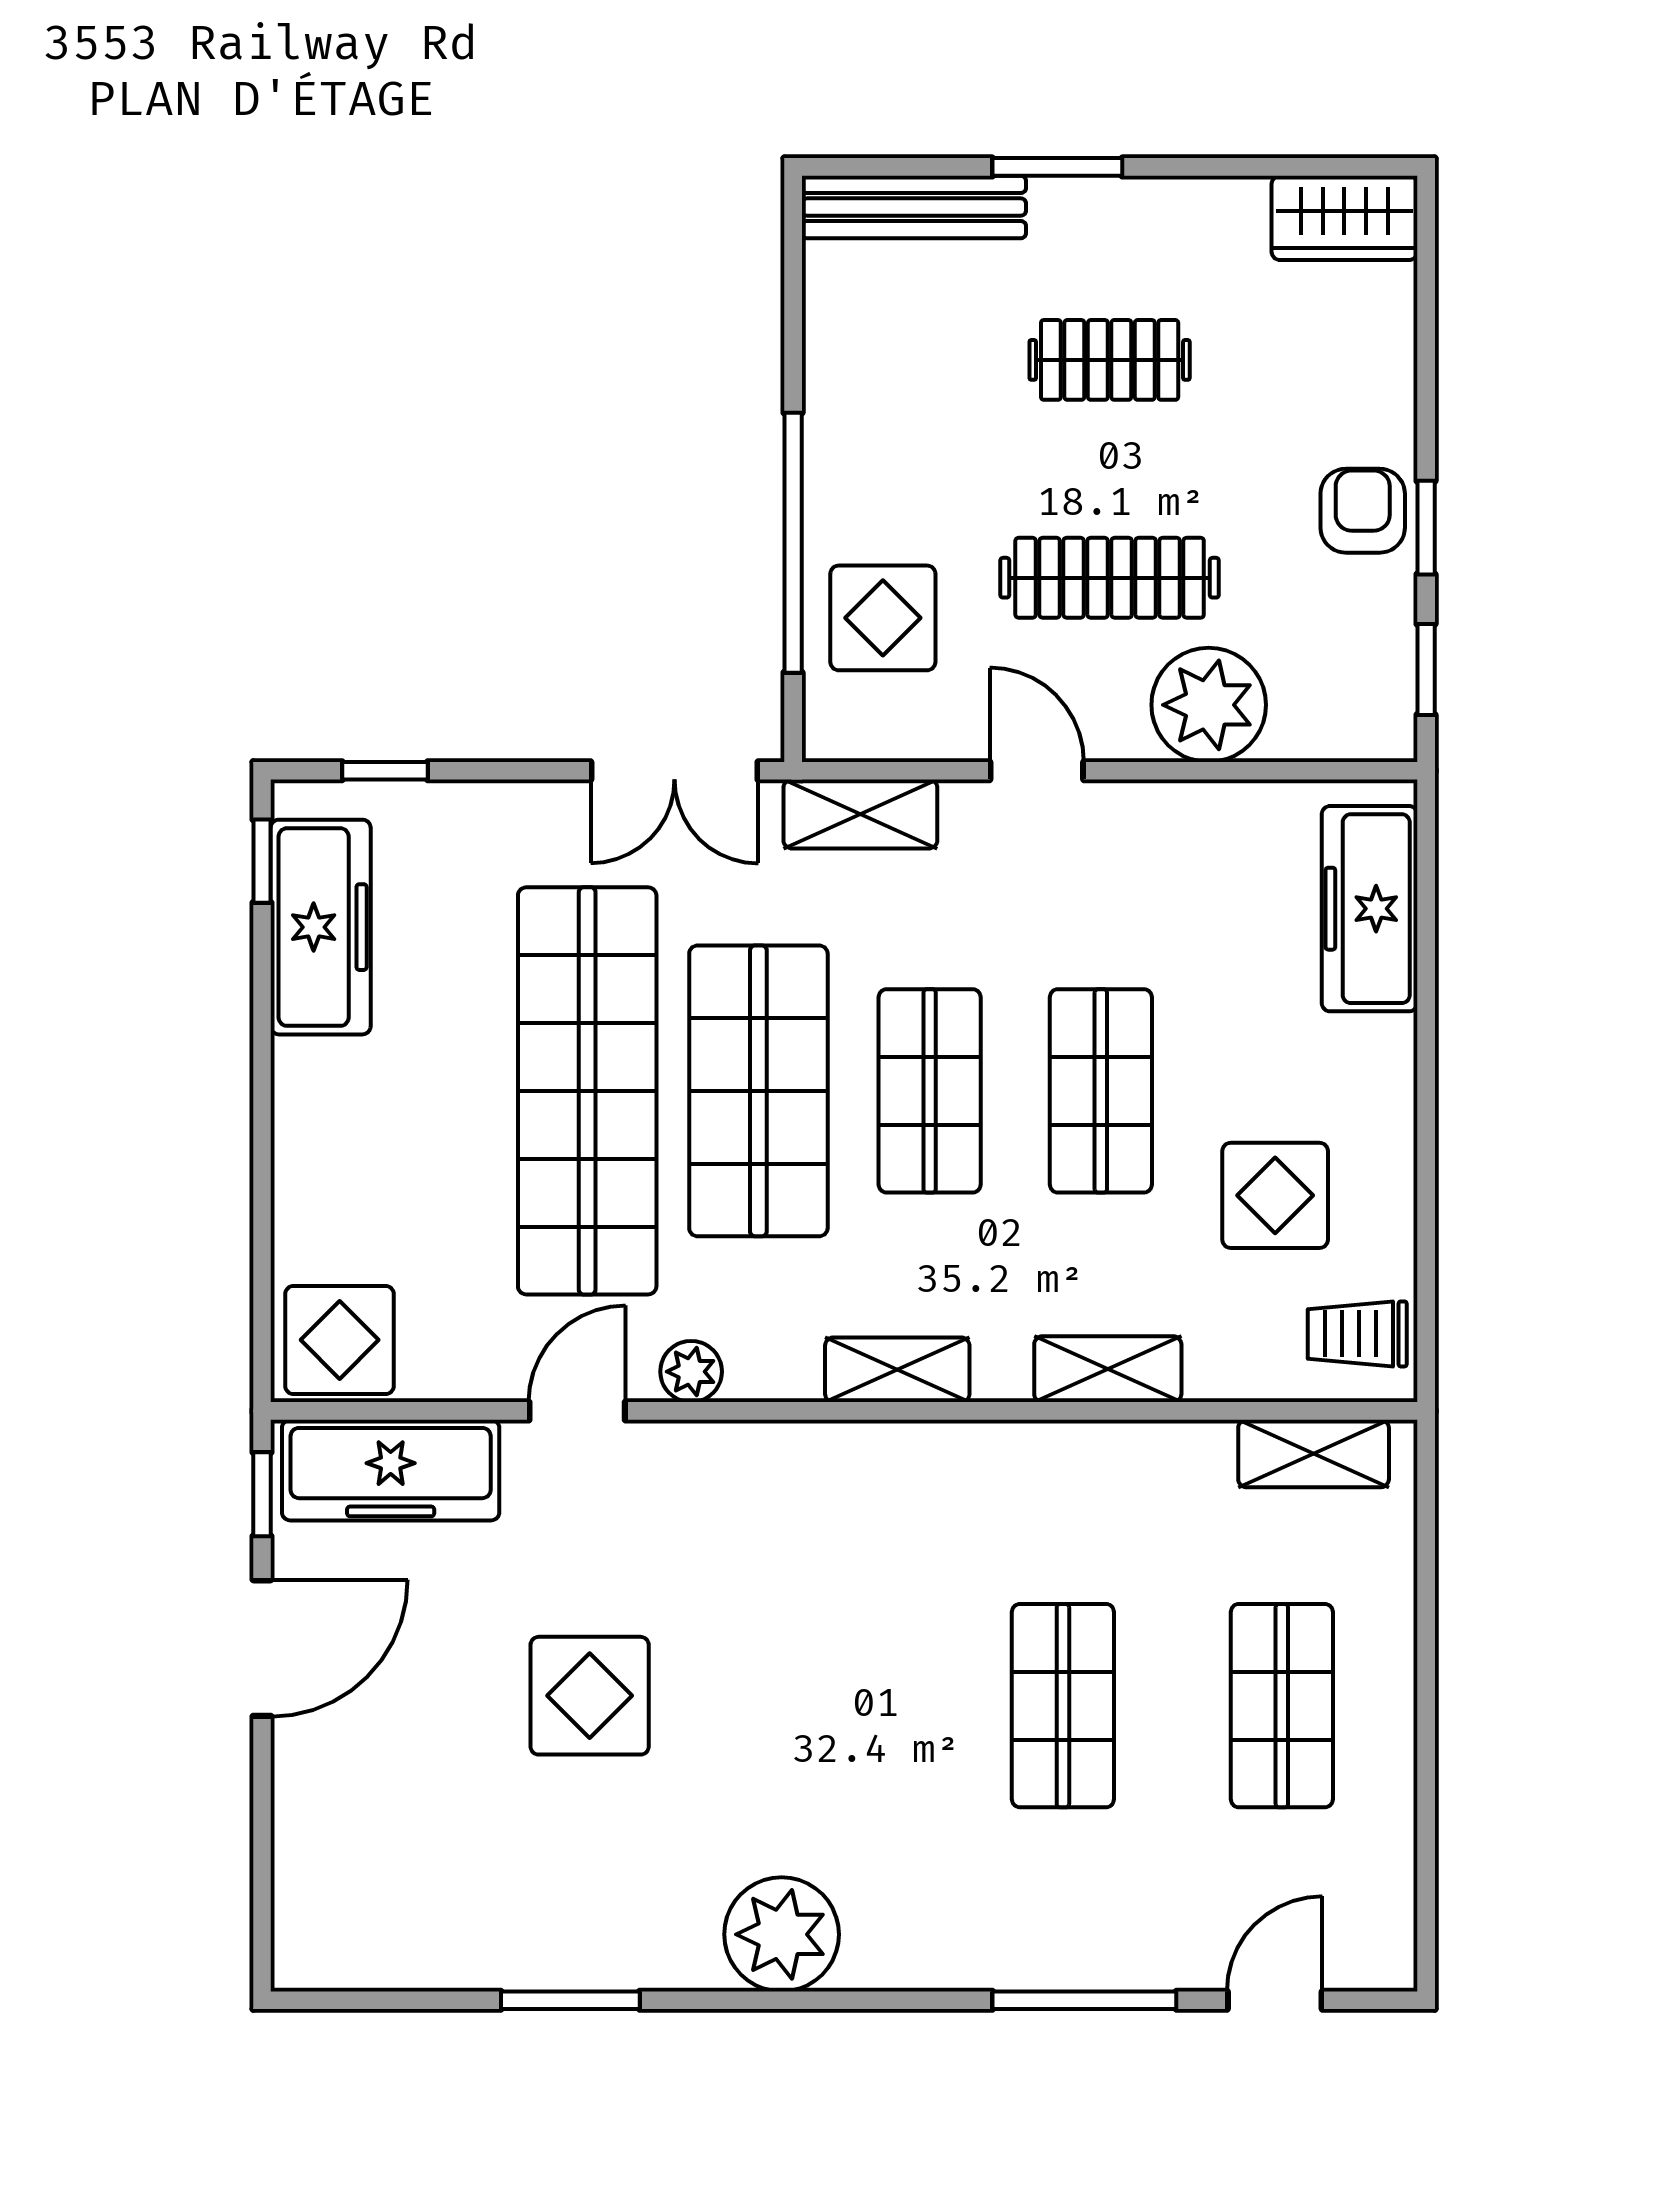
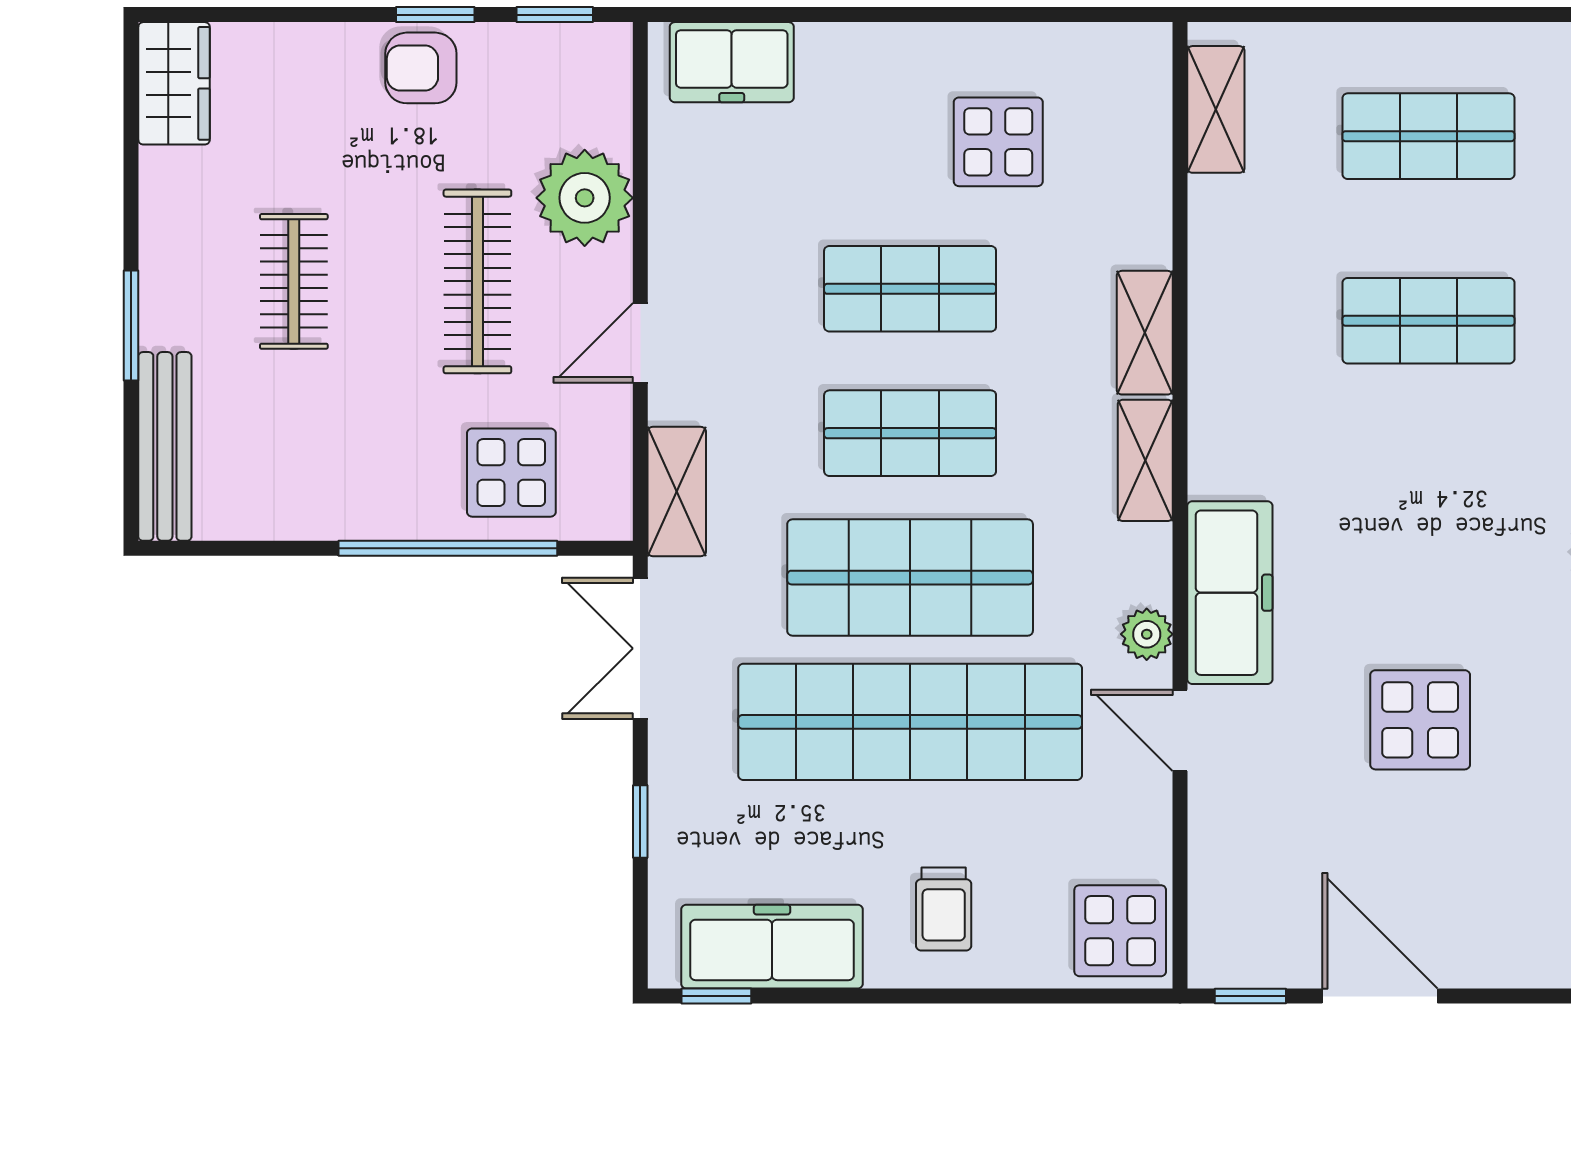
window: (385, 771) -> (640, 822), moved
double door: (674, 771) -> (640, 648), swing flipped
freezer: (1370, 909) -> (732, 62), width x0.71
trolley: (1357, 1334) -> (944, 909), moved
shelving: (1108, 1369) -> (1145, 333), moved
freezer: (391, 1470) -> (1230, 593), moved

